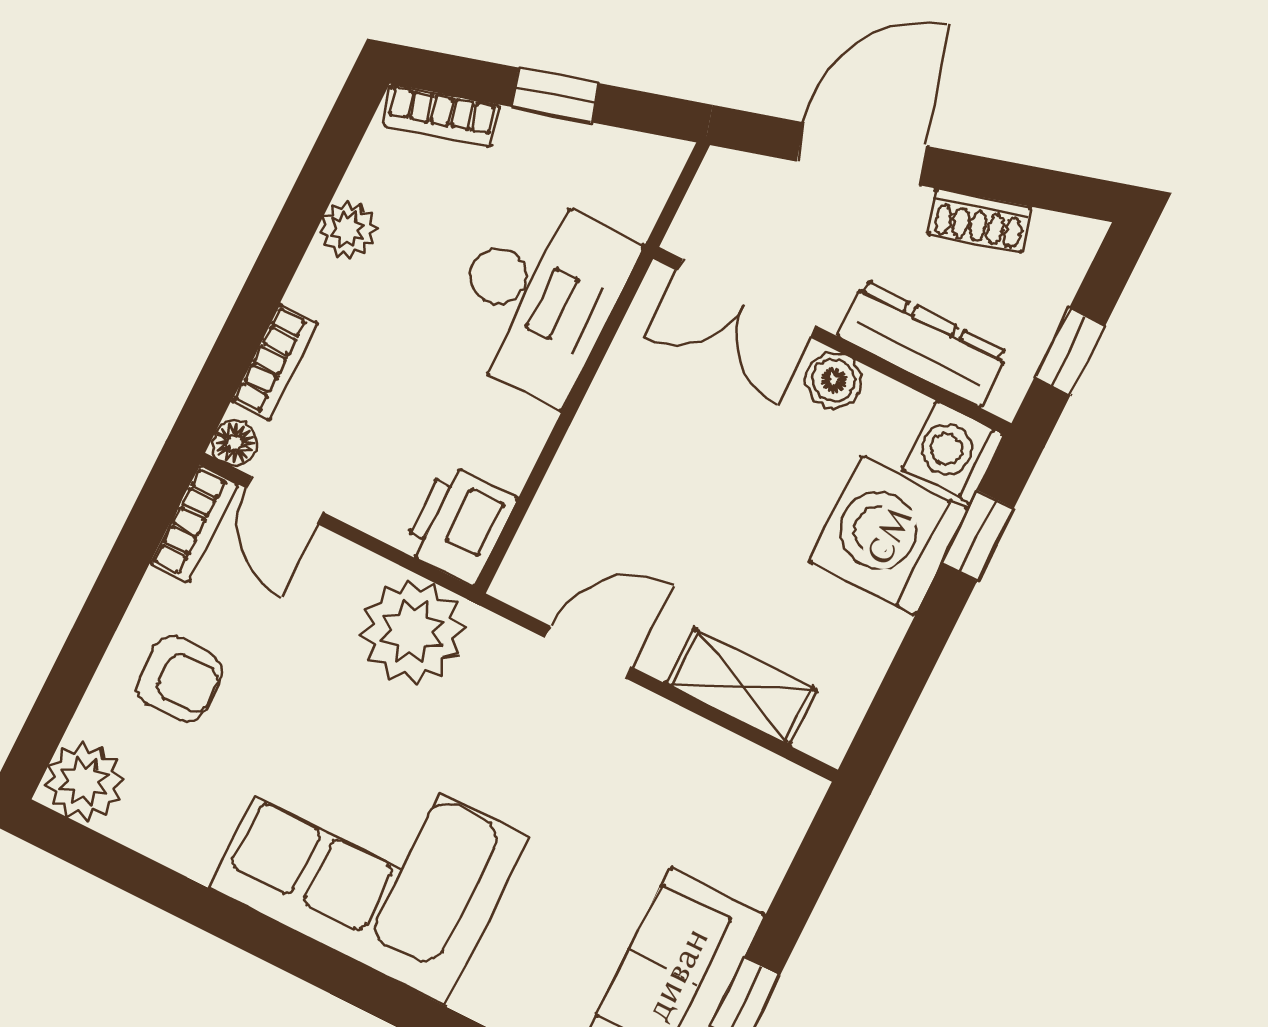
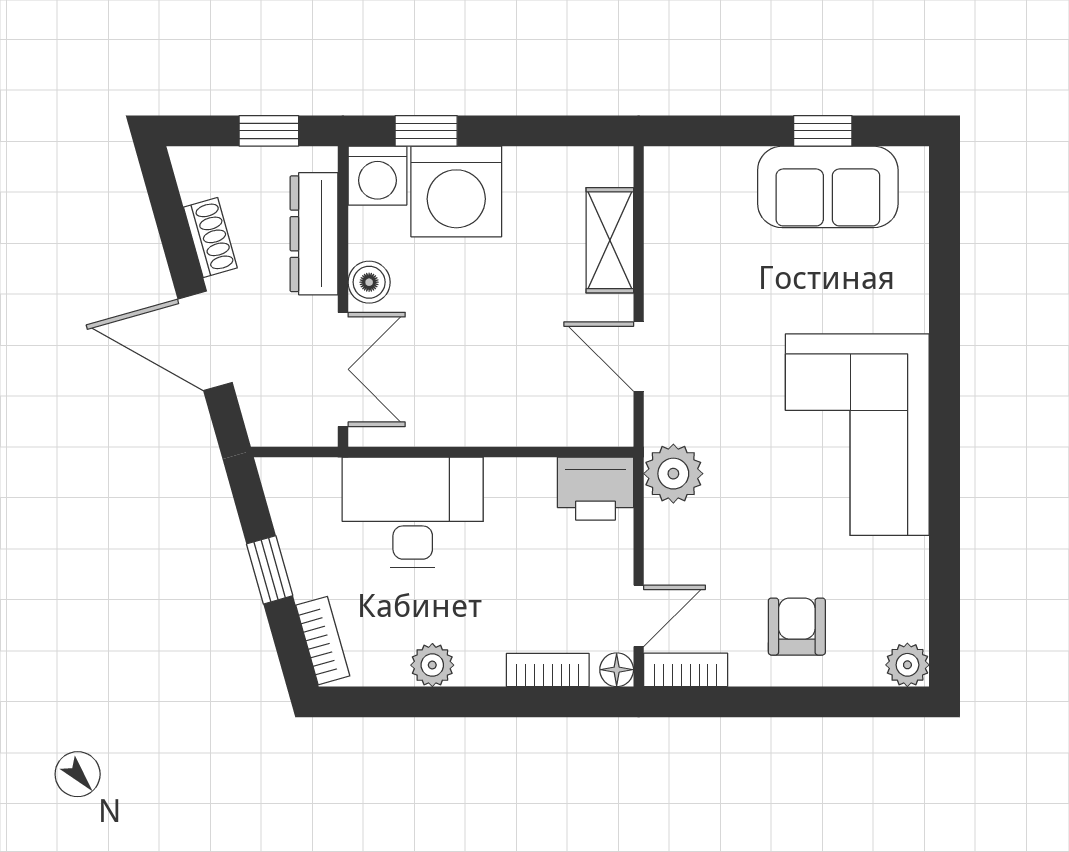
plant: (412, 631) -> (673, 474), width x0.73, depth x0.73
plant: (84, 782) -> (907, 665), width x0.73, depth x0.73

